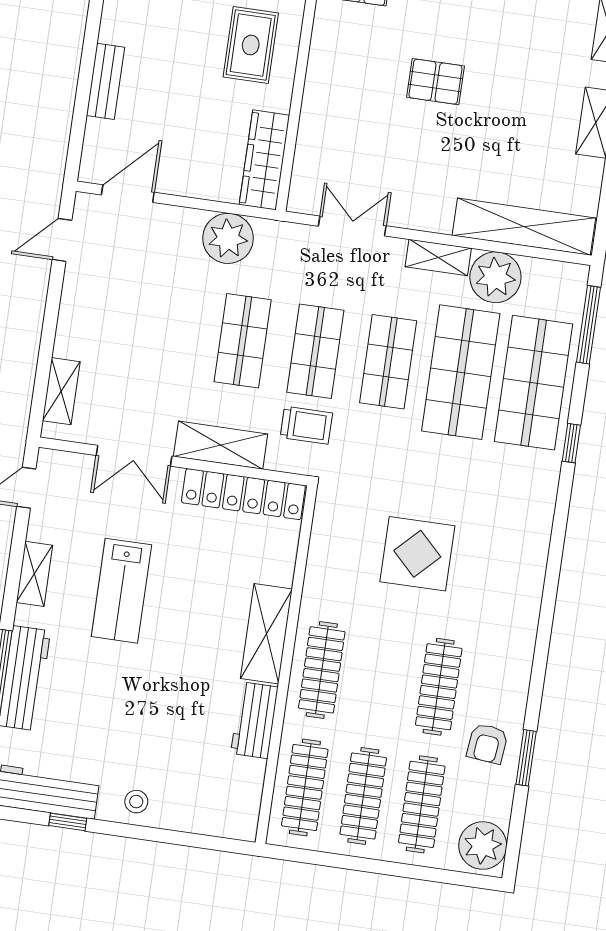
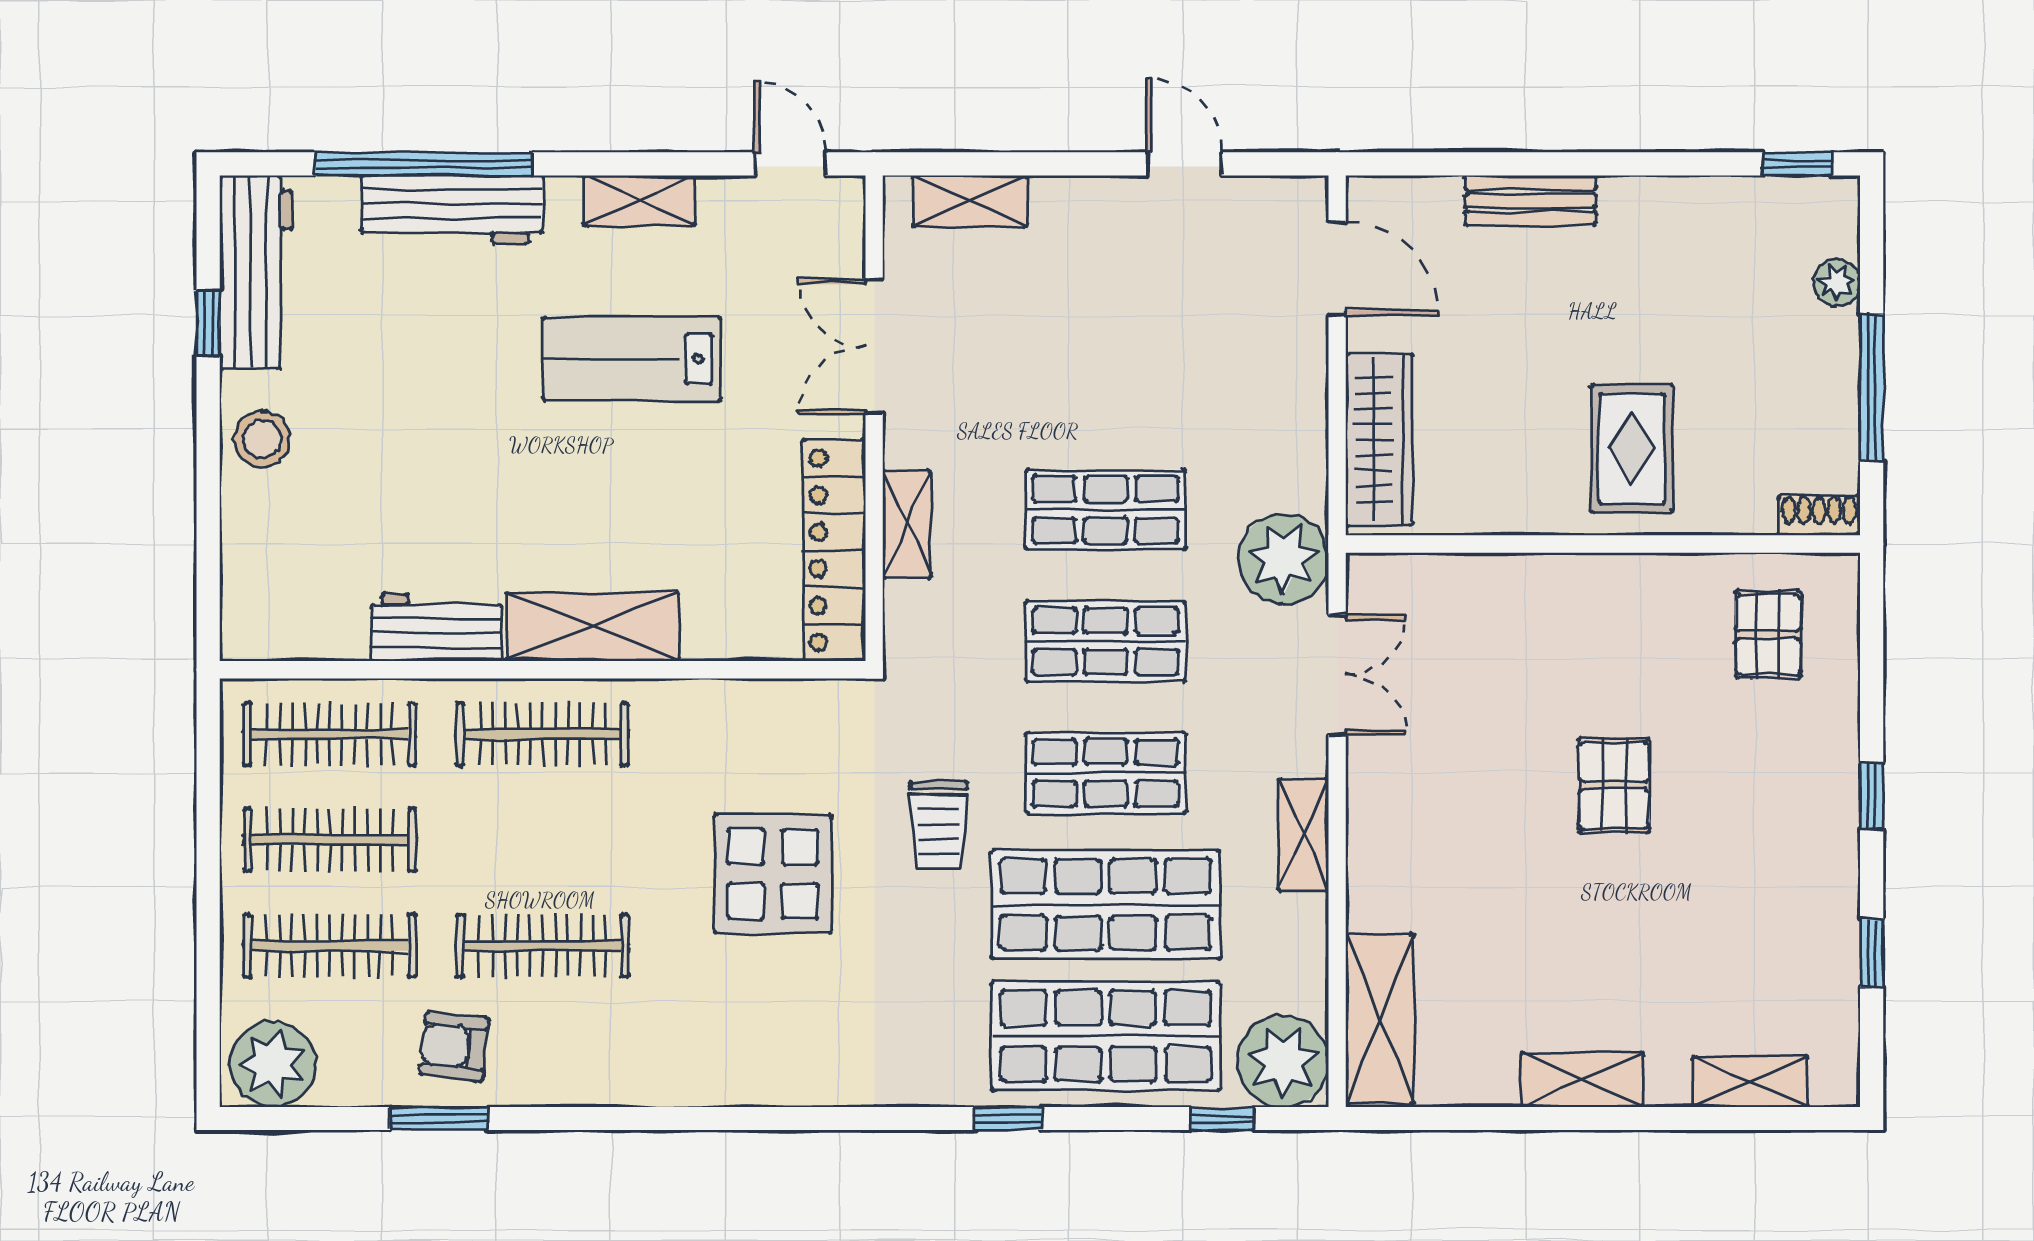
rug: (251, 45) -> (1632, 449), turned 90
wardrobe: (264, 160) -> (1379, 440), moved, turned 90
shelving: (524, 227) -> (1380, 1019), width x0.68
plant: (228, 238) -> (1283, 559), moved
door: (62, 240) -> (1184, 164), moved
plant: (495, 277) -> (1283, 1061), moved
window: (588, 325) -> (1222, 1119), width x0.46
trolley: (306, 425) -> (939, 825), moved
shelving: (221, 445) -> (907, 524), width x0.67, depth x0.75
stool: (136, 802) -> (262, 439), width x1.37, depth x1.37

